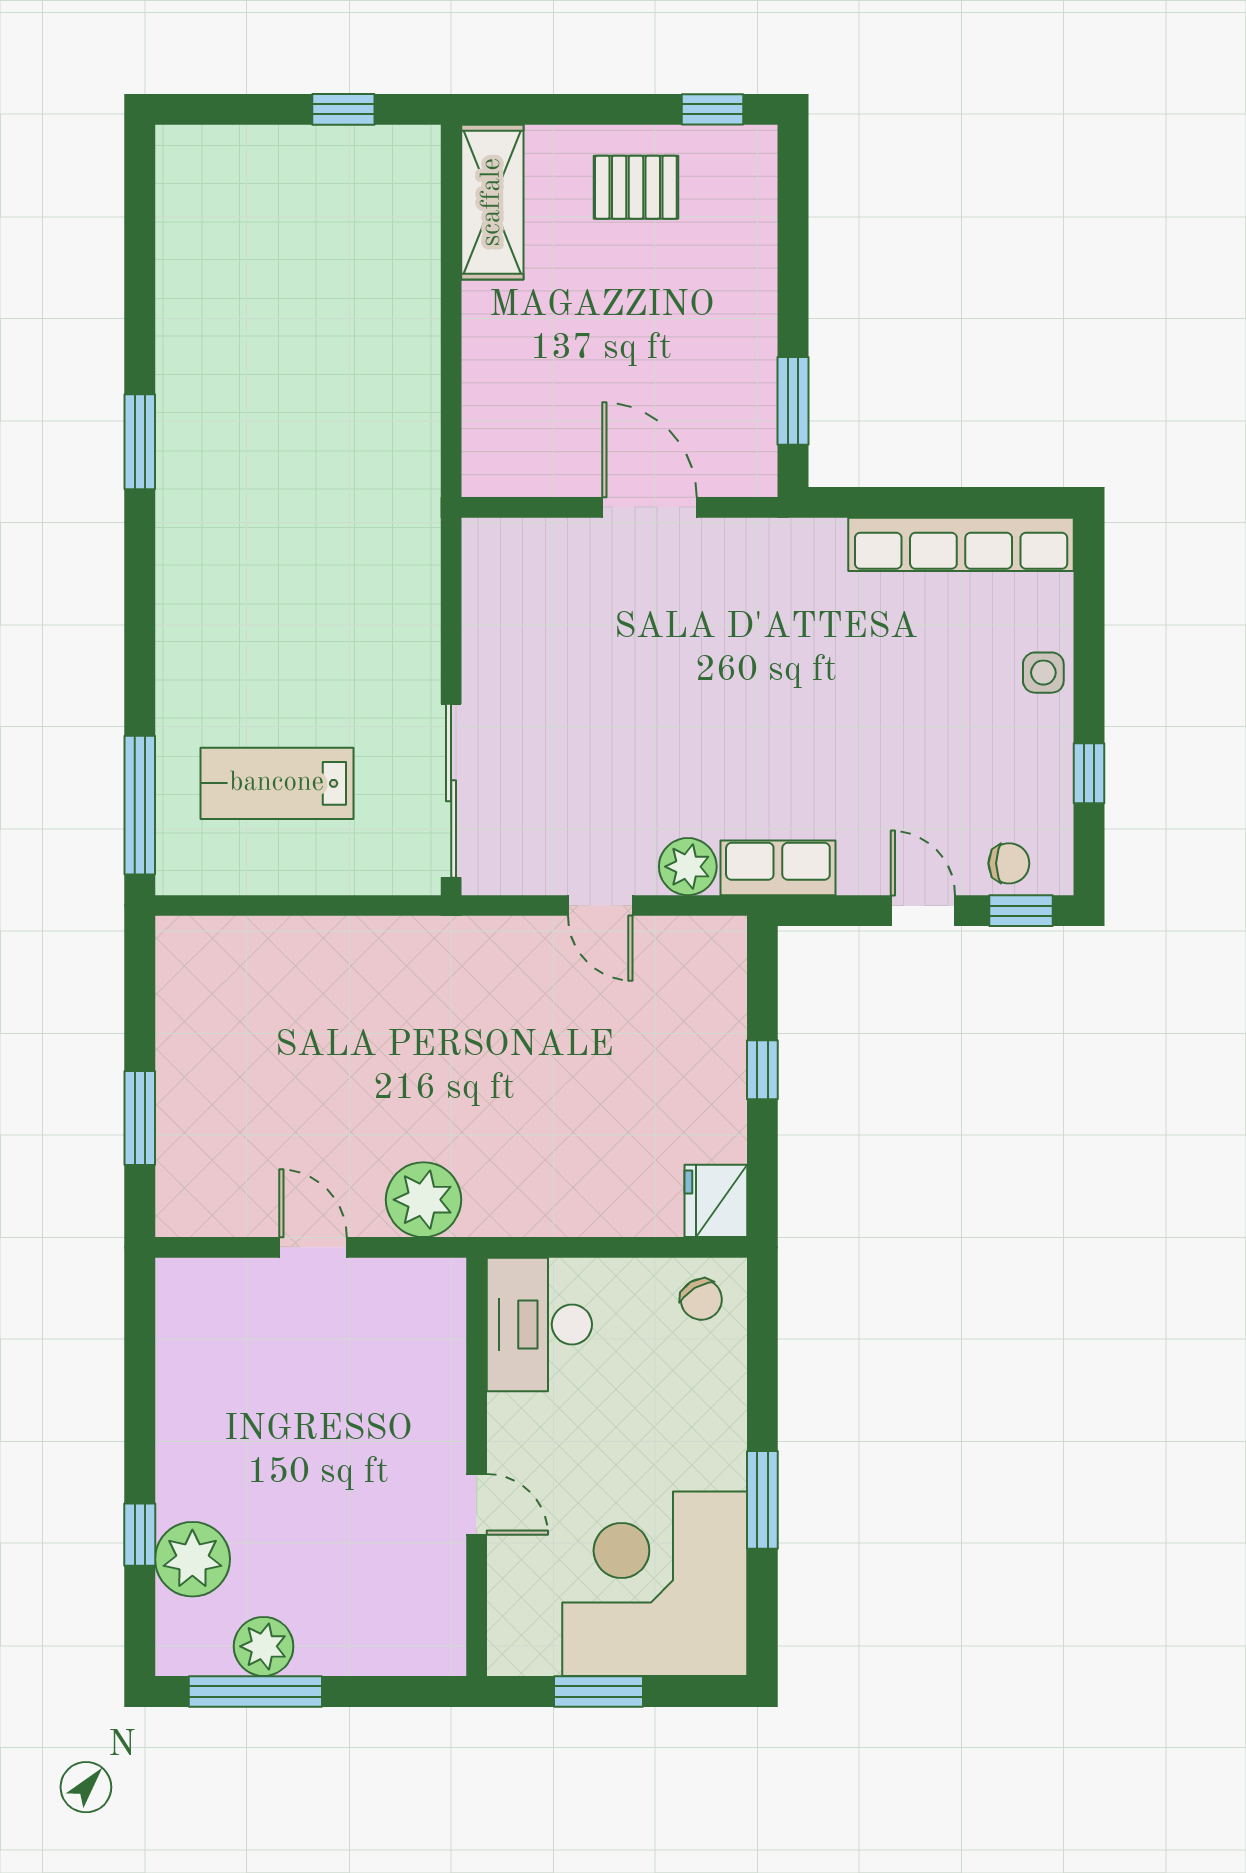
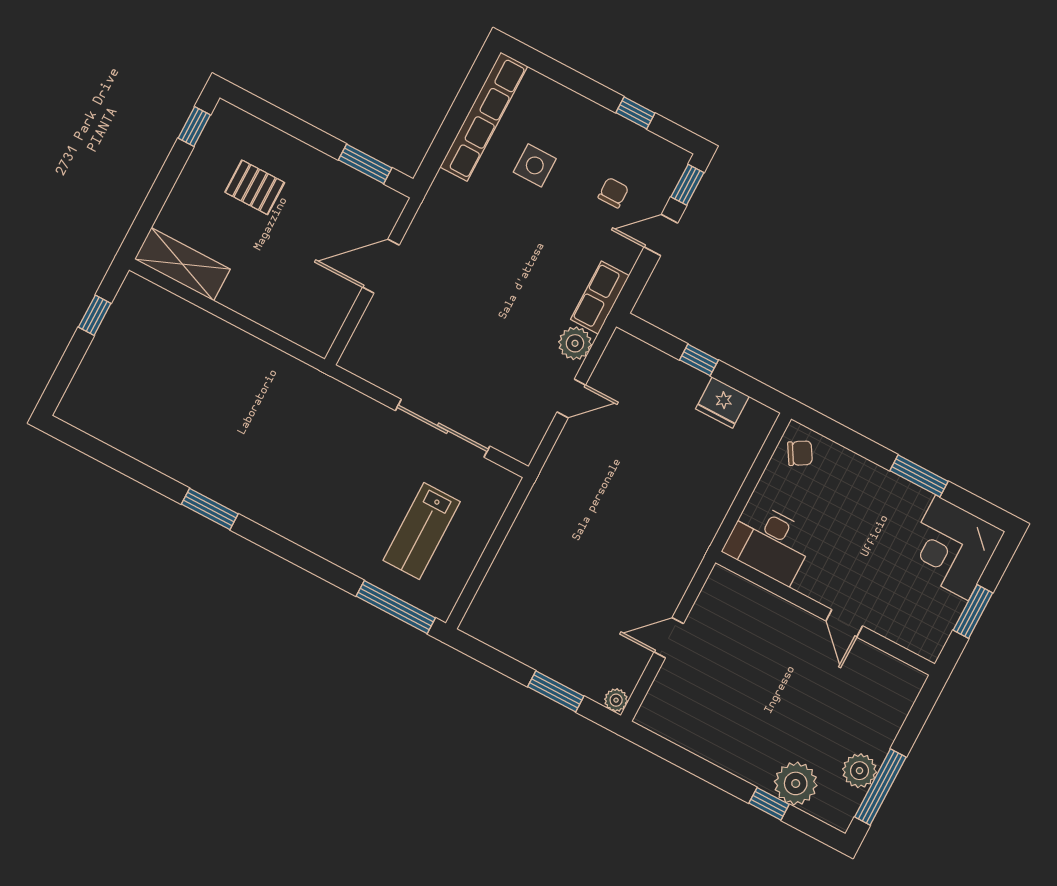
pallet: (636, 187) -> (255, 187), moved, turned 90
side table: (1043, 673) -> (535, 165), moved, width x1.37, depth x1.37
sliding door: (451, 791) -> (443, 428), moved
chair: (1009, 863) -> (613, 193), moved
plant: (424, 1200) -> (616, 700), moved, width x0.53, depth x0.53
fridge: (716, 1201) -> (722, 403), moved
door: (477, 1504) -> (844, 623), swing flipped
corner desk: (655, 1584) -> (952, 548), width x0.74, depth x0.74

